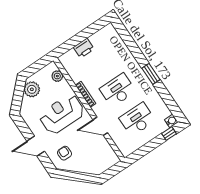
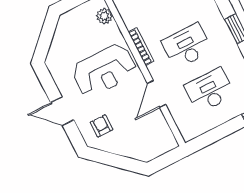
plant: (32, 89) -> (66, 31), removed
reception desk: (62, 114) -> (104, 70), turned 180
door: (100, 126) -> (156, 94), hinge flipped

